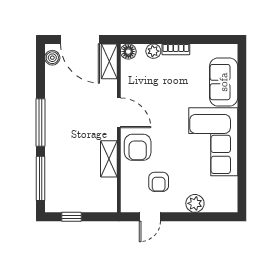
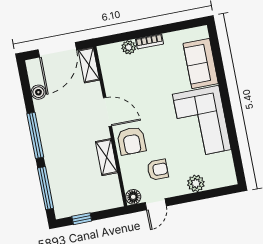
door: (80, 39) -> (57, 50), hinge flipped
floor lamp: (128, 52) -> (133, 197), moved
boiler: (52, 58) -> (38, 92), moved
armchair: (159, 182) -> (158, 170), turned -90

